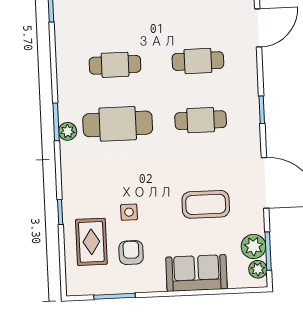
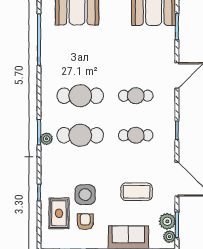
cafe table: (115, 65) -> (80, 96), width x1.37, depth x1.35
side table: (129, 212) -> (85, 195), width x1.87, depth x1.87

